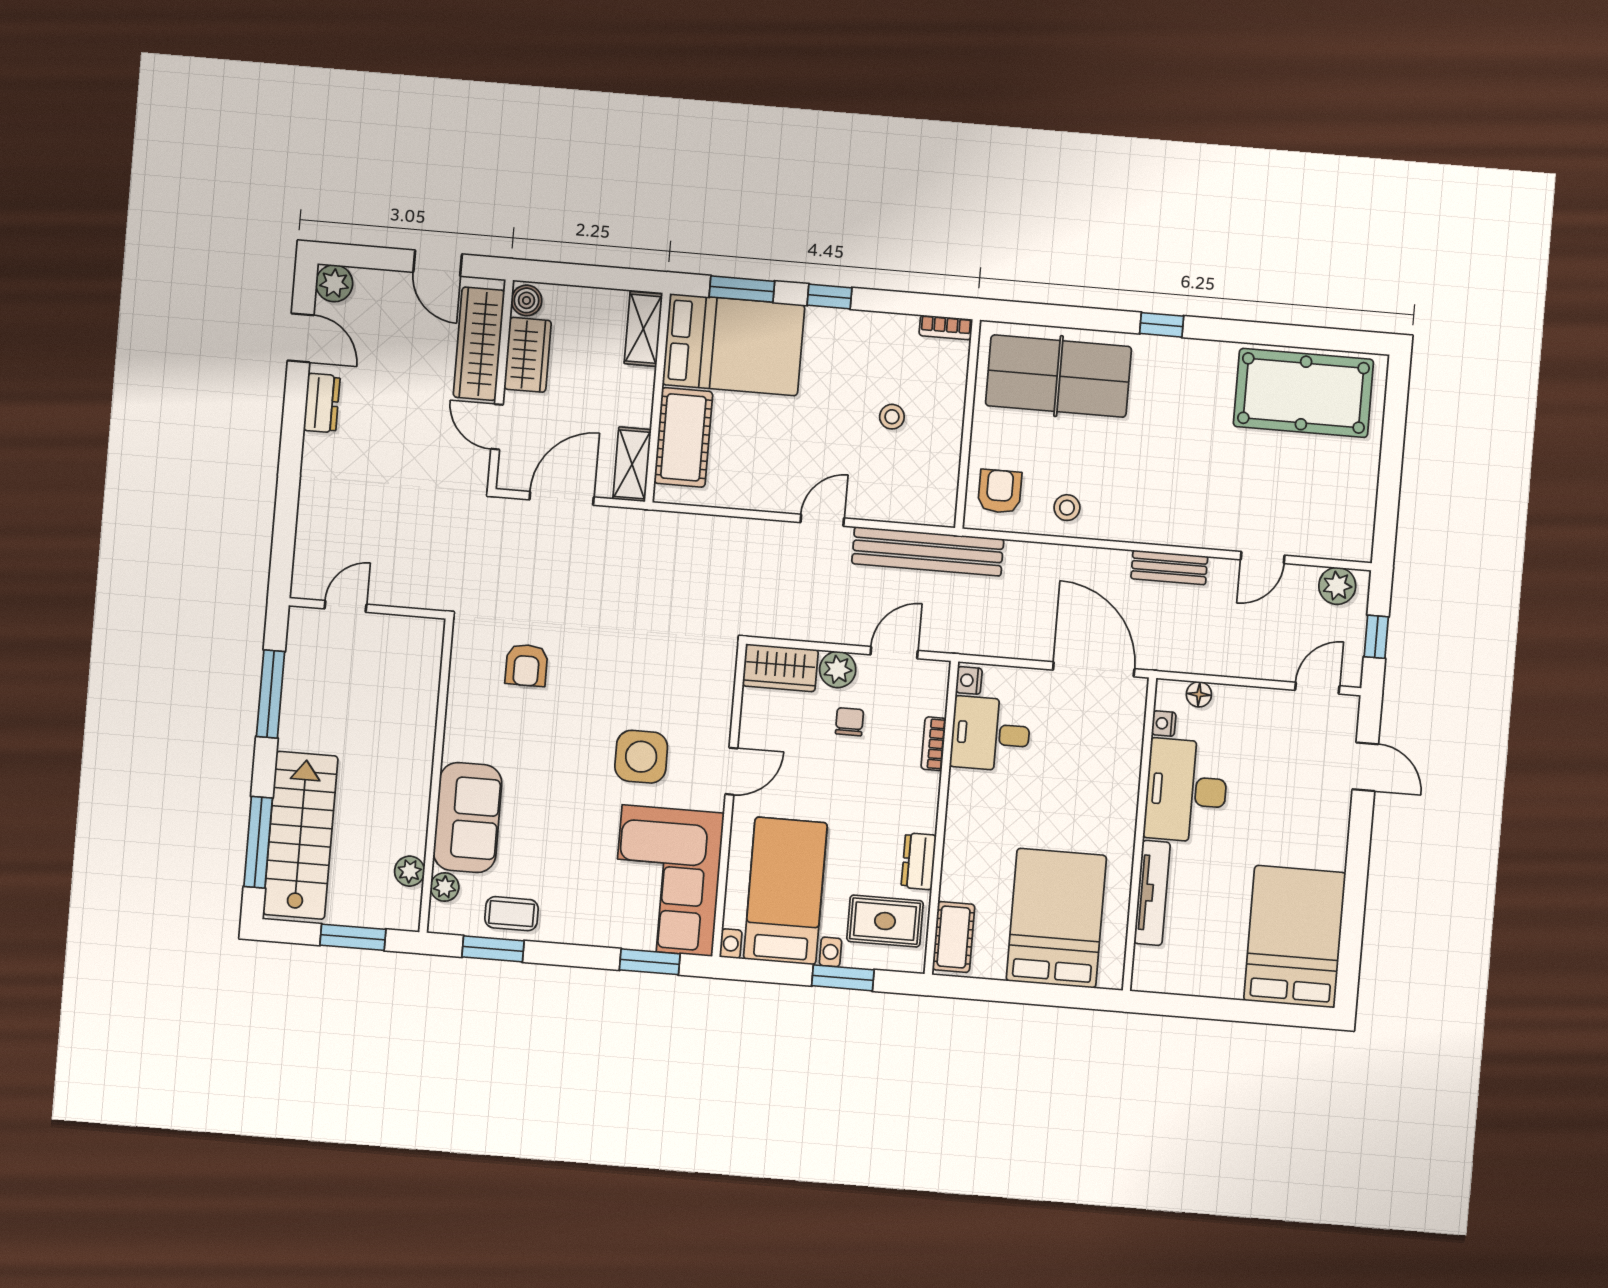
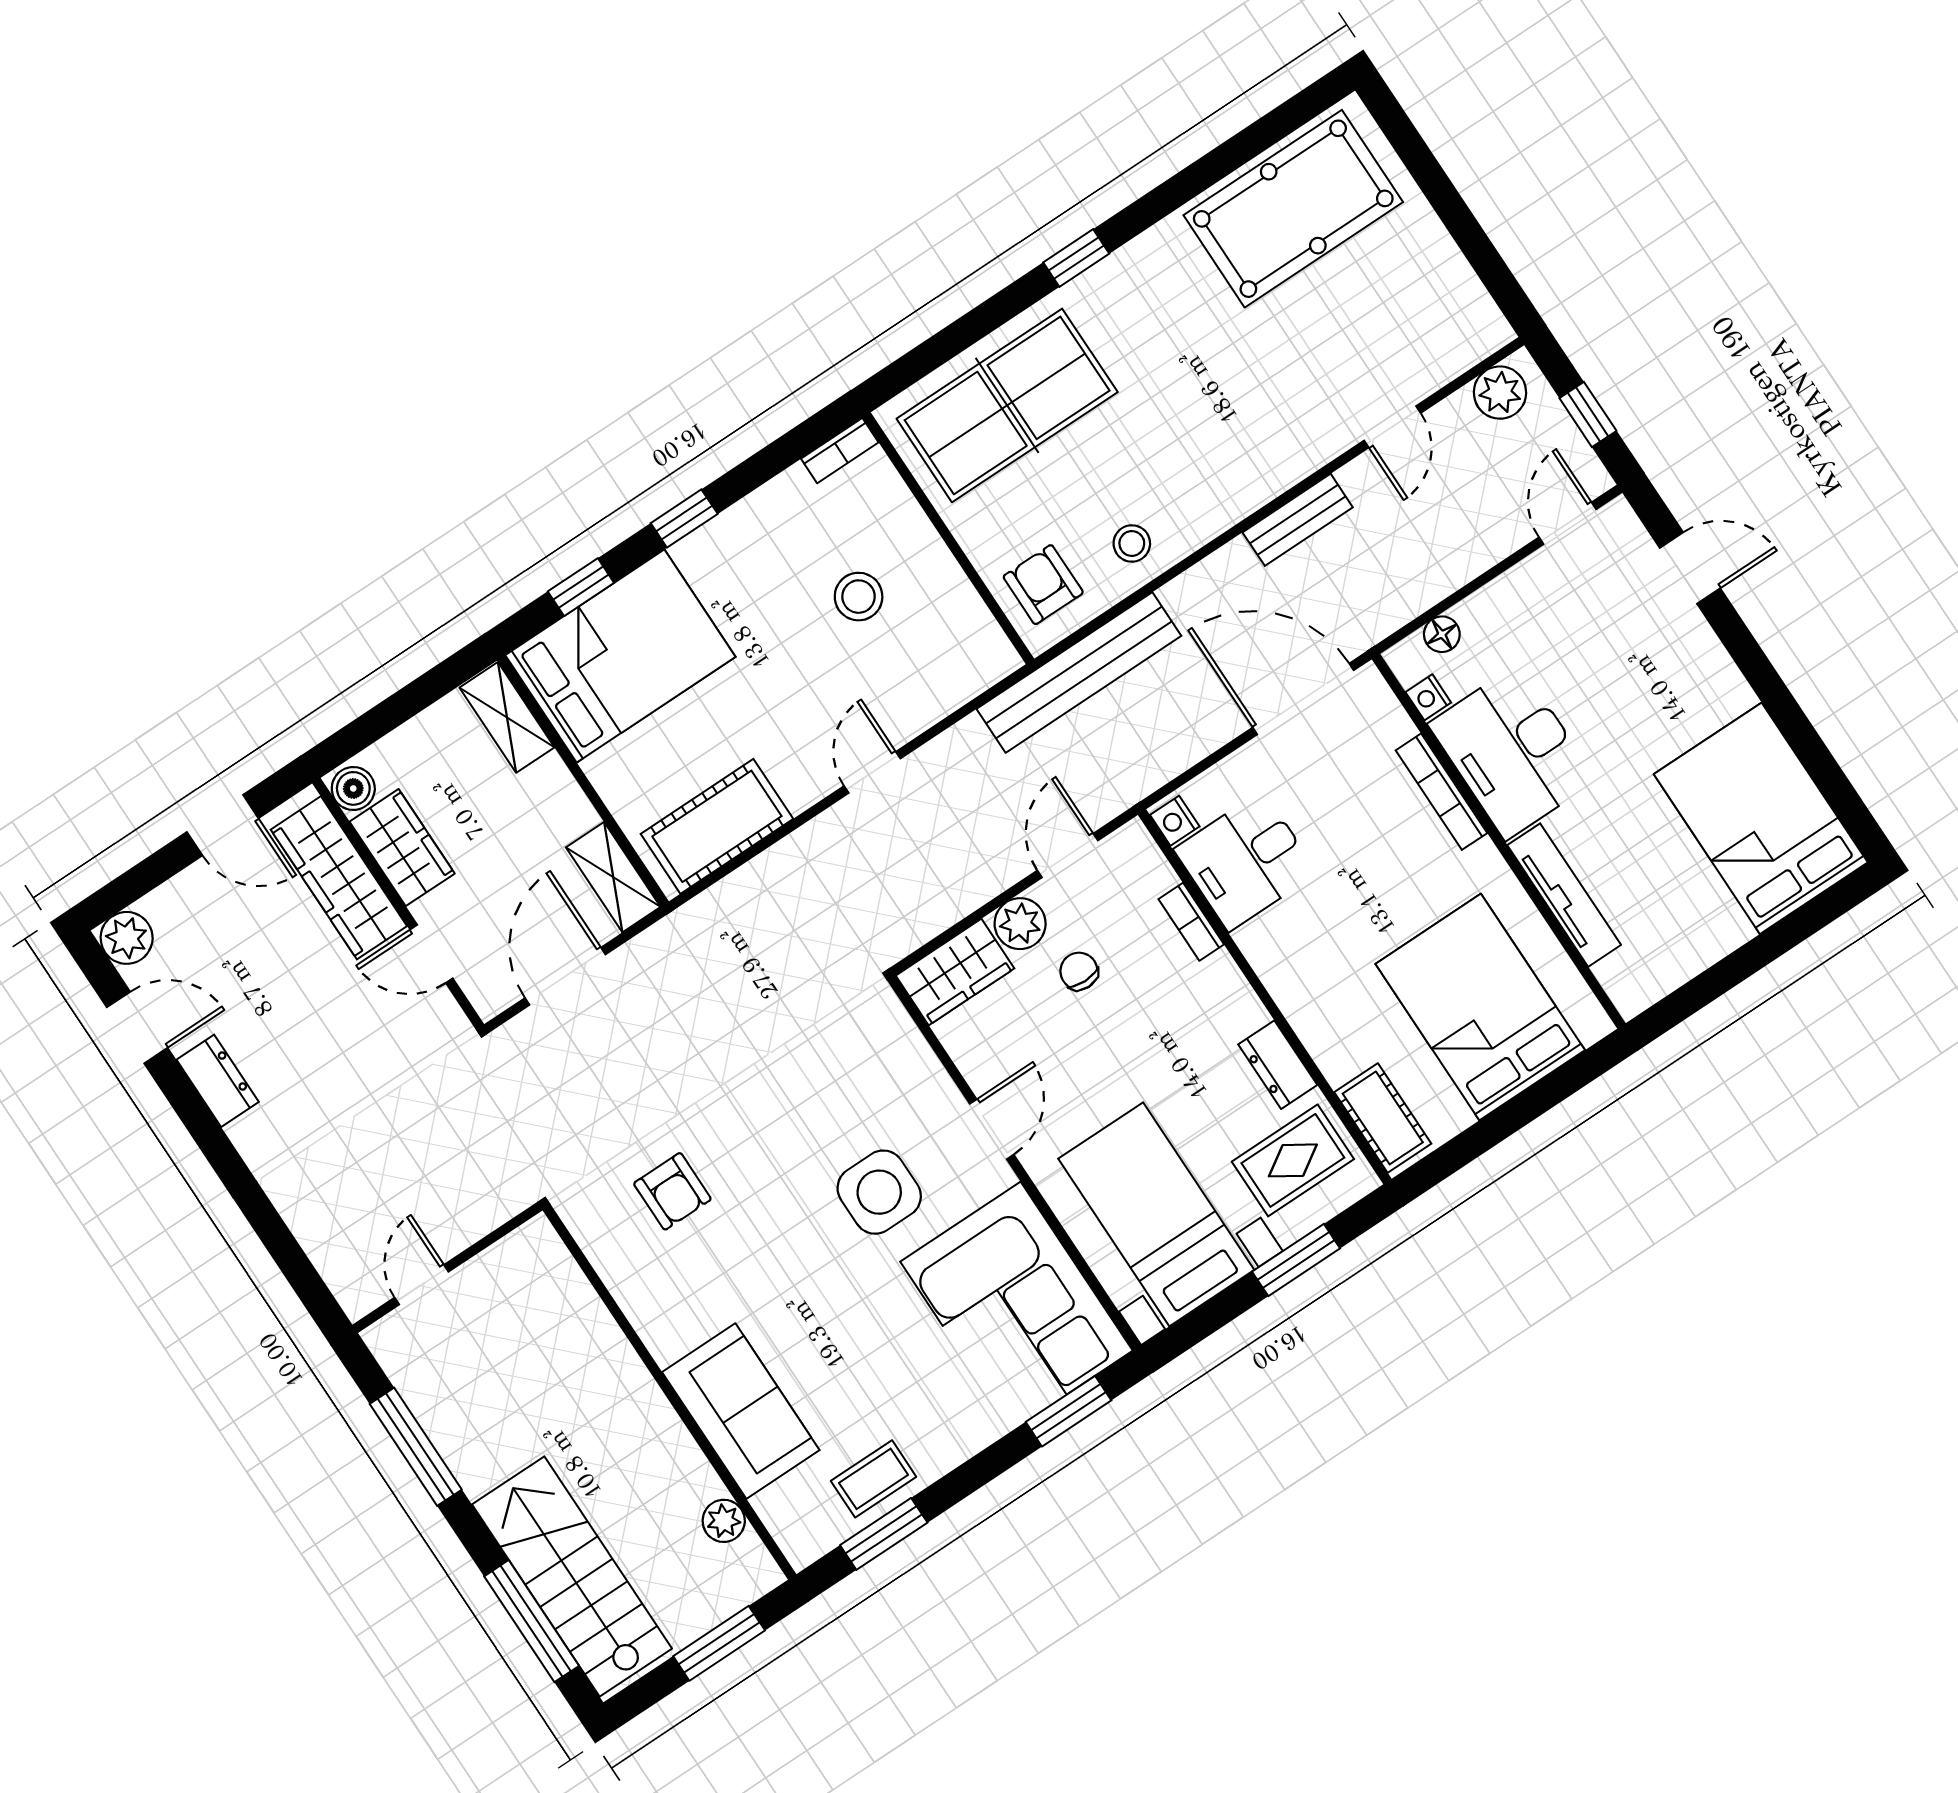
window: (742, 289) -> (581, 587), width x0.67
stool: (892, 417) -> (859, 597), width x1.37, depth x1.37
cot: (683, 437) -> (717, 826), moved, turned 90
bench: (928, 551) -> (1079, 672), moved
bookcase: (1130, 782) -> (1441, 792), added
plant: (445, 887) -> (776, 1508), removed

